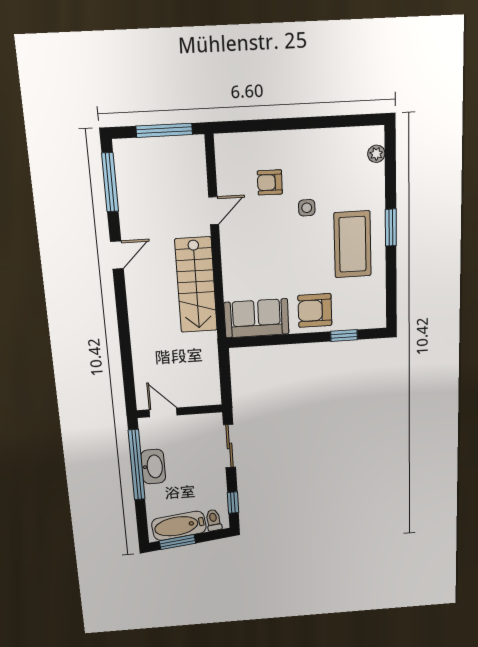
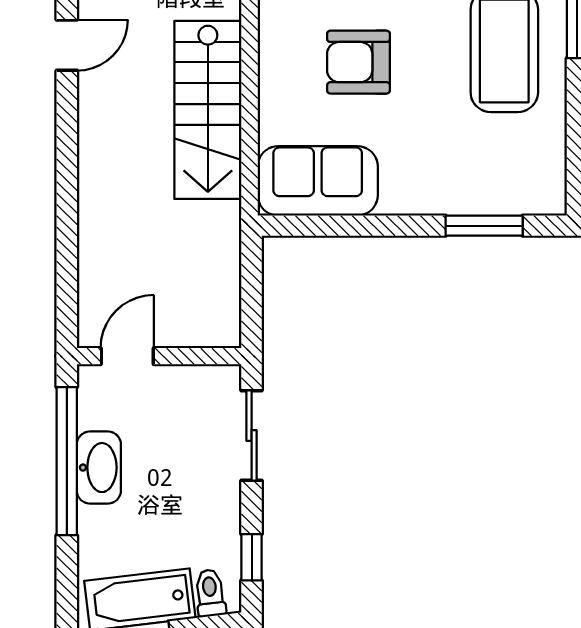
armchair: (315, 310) -> (358, 62), moved
window: (344, 335) -> (484, 226), width x1.50
door: (163, 412) -> (127, 356), hinge flipped

